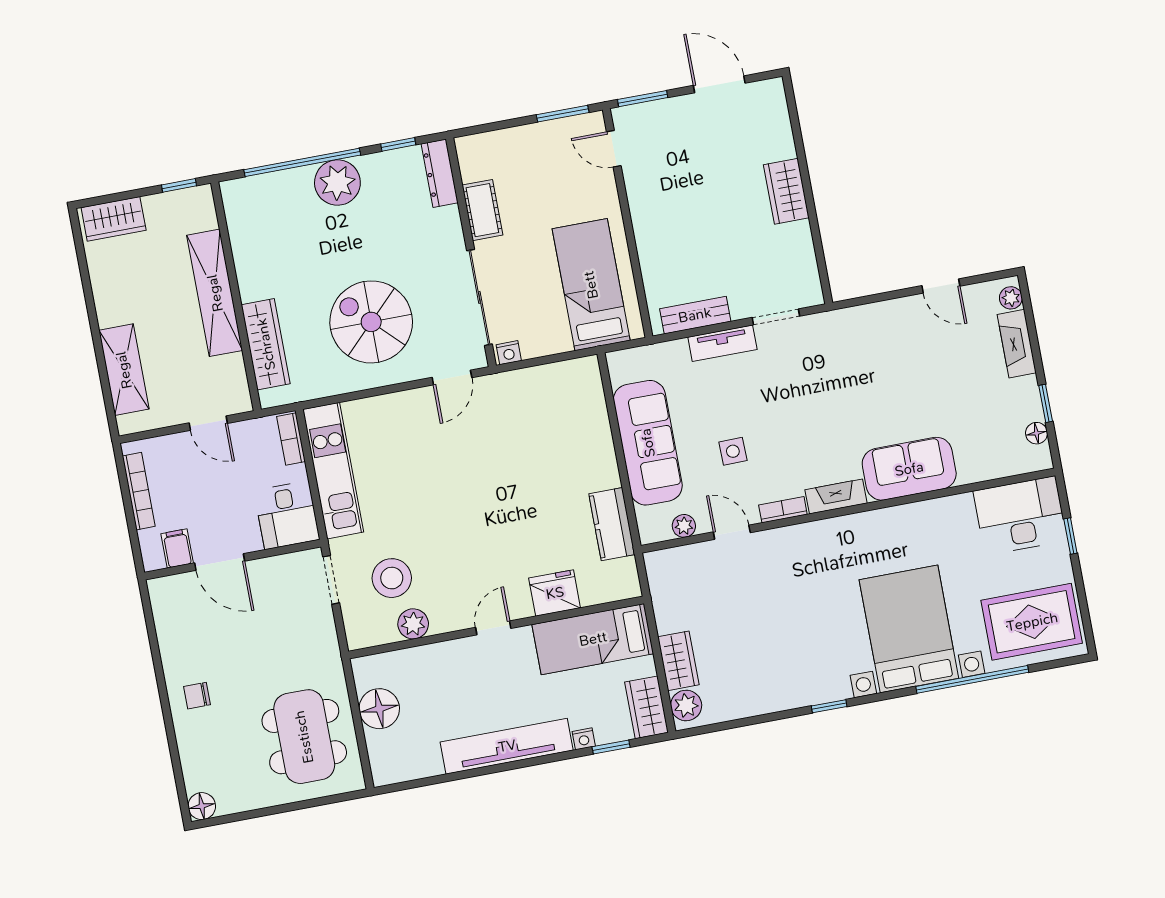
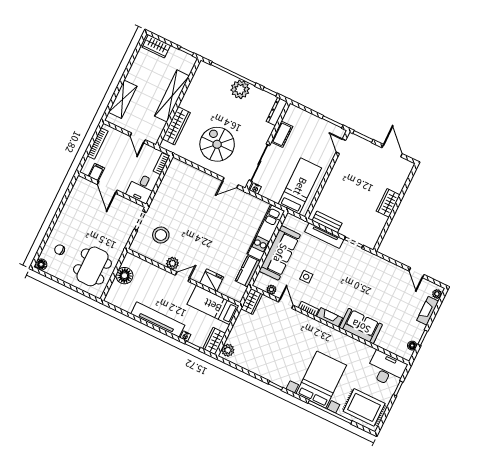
tv unit: (722, 343) -> (324, 236), width x1.41
kitchen unit: (333, 471) -> (266, 233), moved, turned 180
plant: (413, 624) -> (172, 263), moved
wardrobe: (678, 661) -> (252, 301), moved
chair: (197, 696) -> (60, 250), moved

